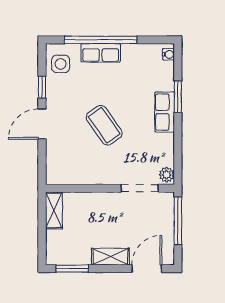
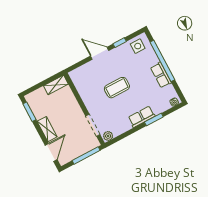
row of seats: (101, 53) -> (161, 75), moved
coffee table: (104, 125) -> (117, 88), turned 35
door: (147, 269) -> (51, 152), hinge flipped

